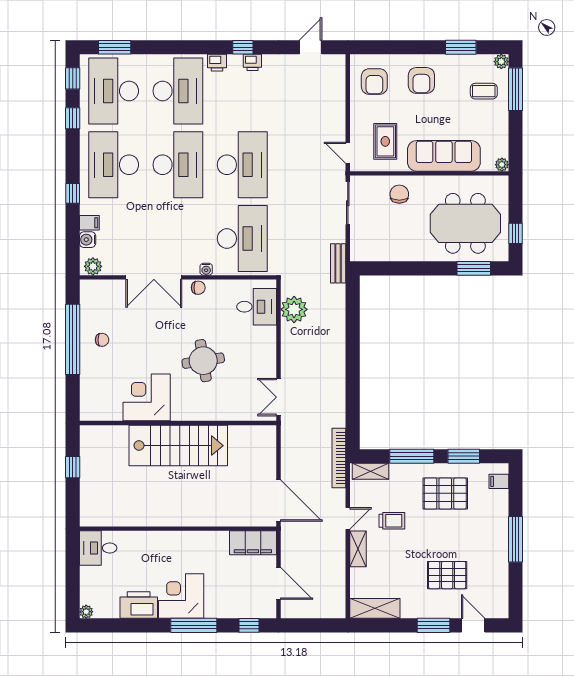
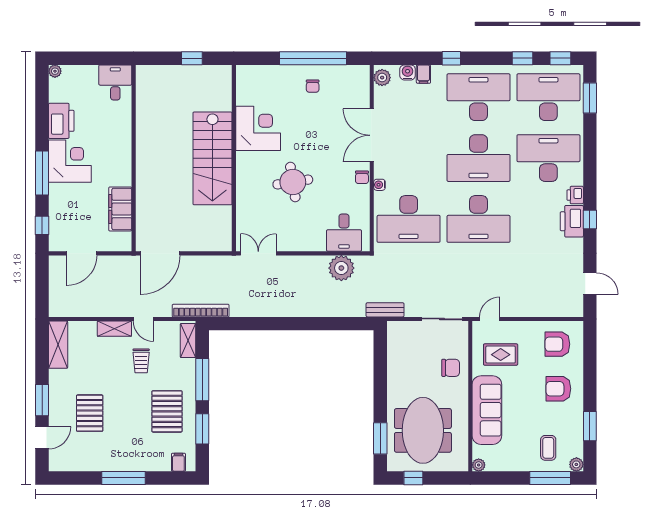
printer: (252, 62) -> (572, 221), width x1.87, depth x1.48
desk: (178, 91) -> (548, 158), turned 180
filing cabinet: (253, 543) -> (120, 209), moved

